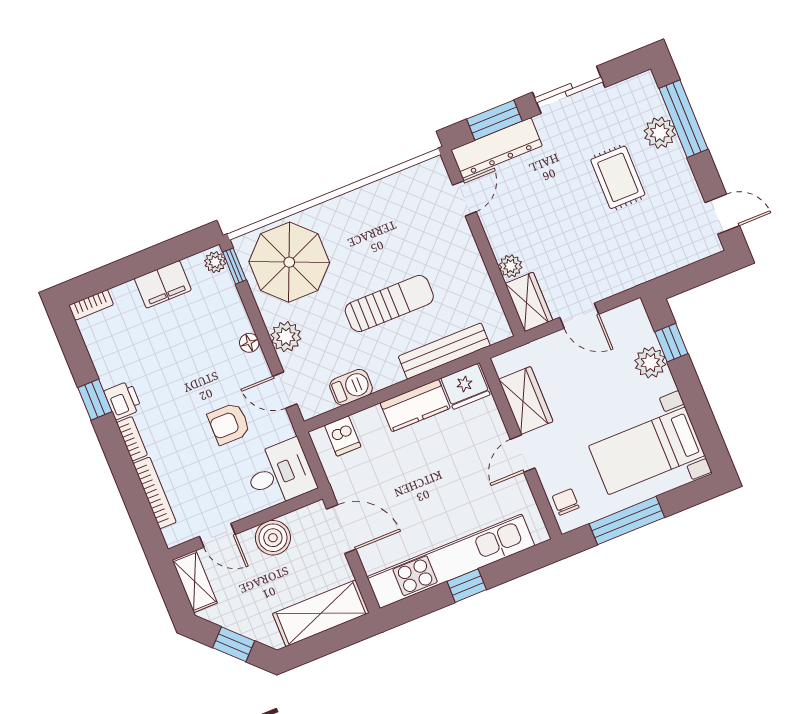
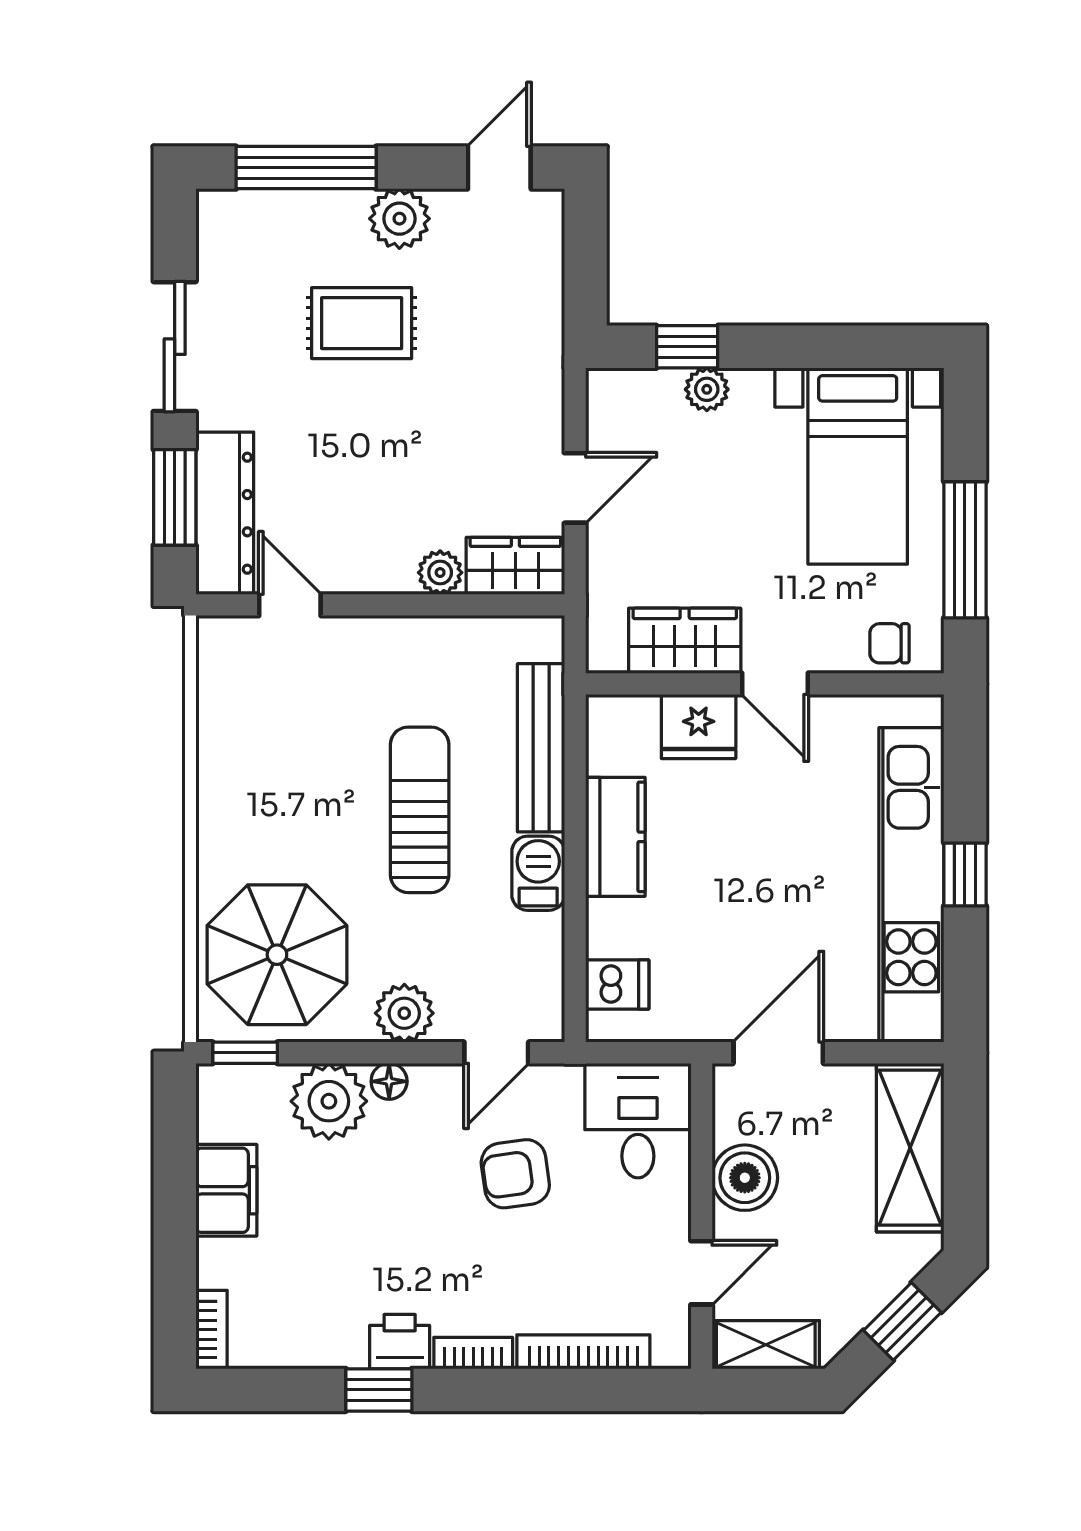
plant: (660, 133) -> (399, 219), moved
plant: (215, 262) -> (329, 1101), moved, width x1.88, depth x1.88
plant: (650, 363) -> (707, 389), width x0.73, depth x0.73
fridge: (465, 386) -> (699, 727), moved, turned 90
barbecue: (351, 387) -> (538, 873), moved
armchair: (229, 424) -> (515, 1174), turned 82

